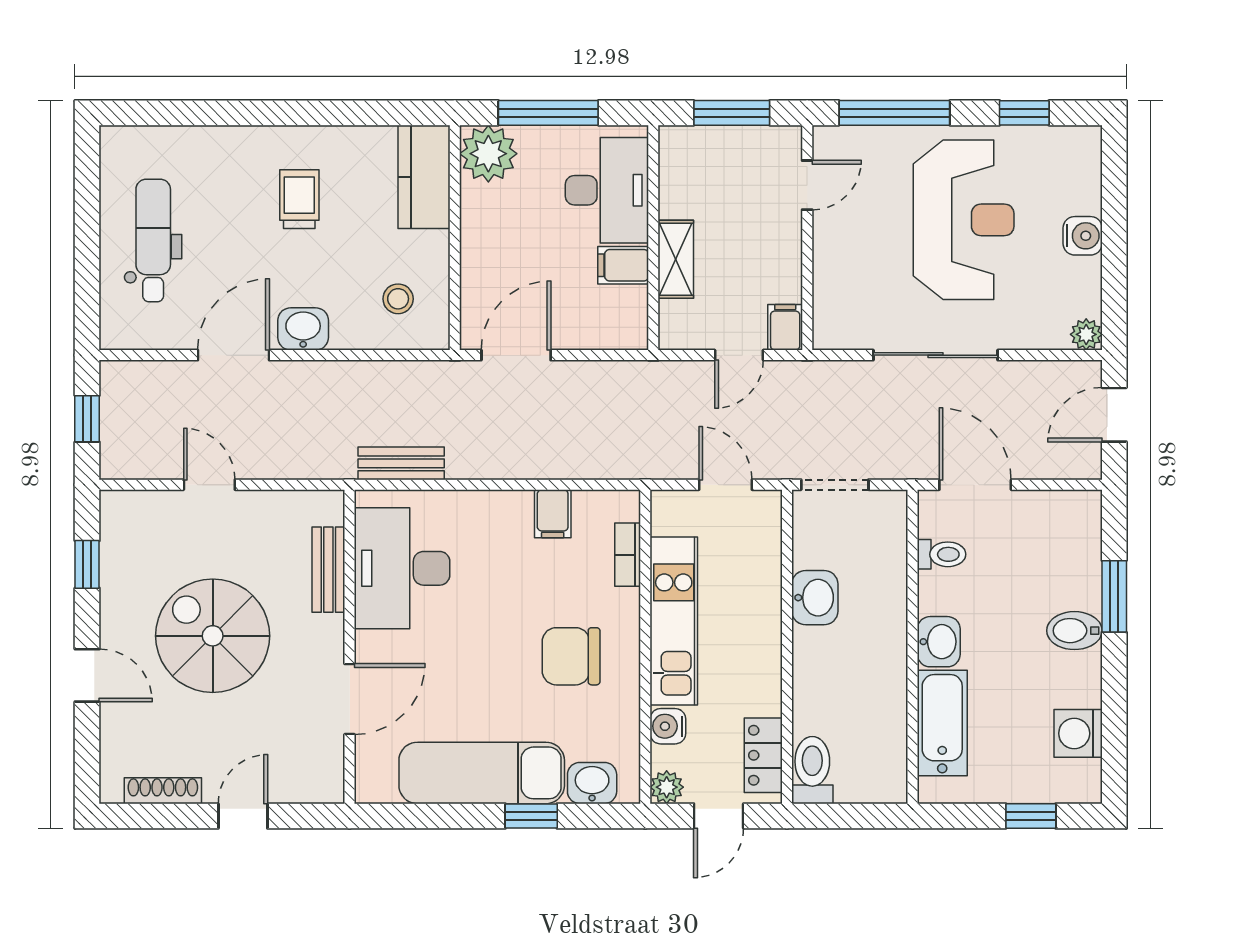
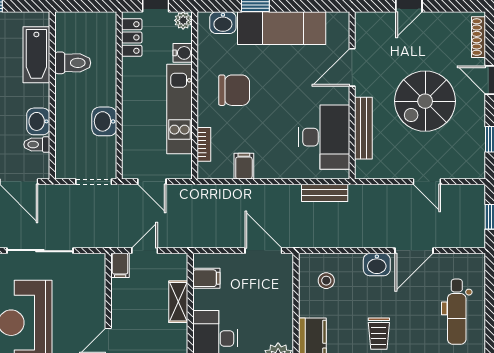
filing cabinet: (623, 265) -> (206, 278), moved
door: (516, 355) -> (263, 251), swing flipped
bench: (328, 570) -> (363, 128), width x1.36
spiral stairs: (213, 636) -> (425, 101), turned 90
washbasin: (939, 642) -> (38, 121), moved
toilet: (812, 770) -> (73, 63), moved, turned -90
shoe rack: (163, 791) -> (478, 37), moved, turned 90

